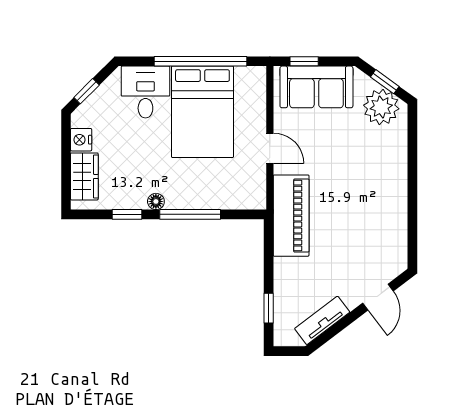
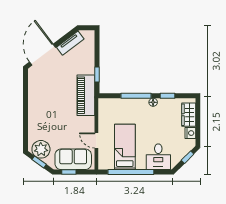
window: (304, 61) -> (69, 172), moved
bed: (202, 112) -> (125, 147), width x0.67
door: (270, 148) -> (96, 140), moved
door: (378, 297) -> (43, 55), width x1.87
window: (269, 308) -> (97, 74), moved

